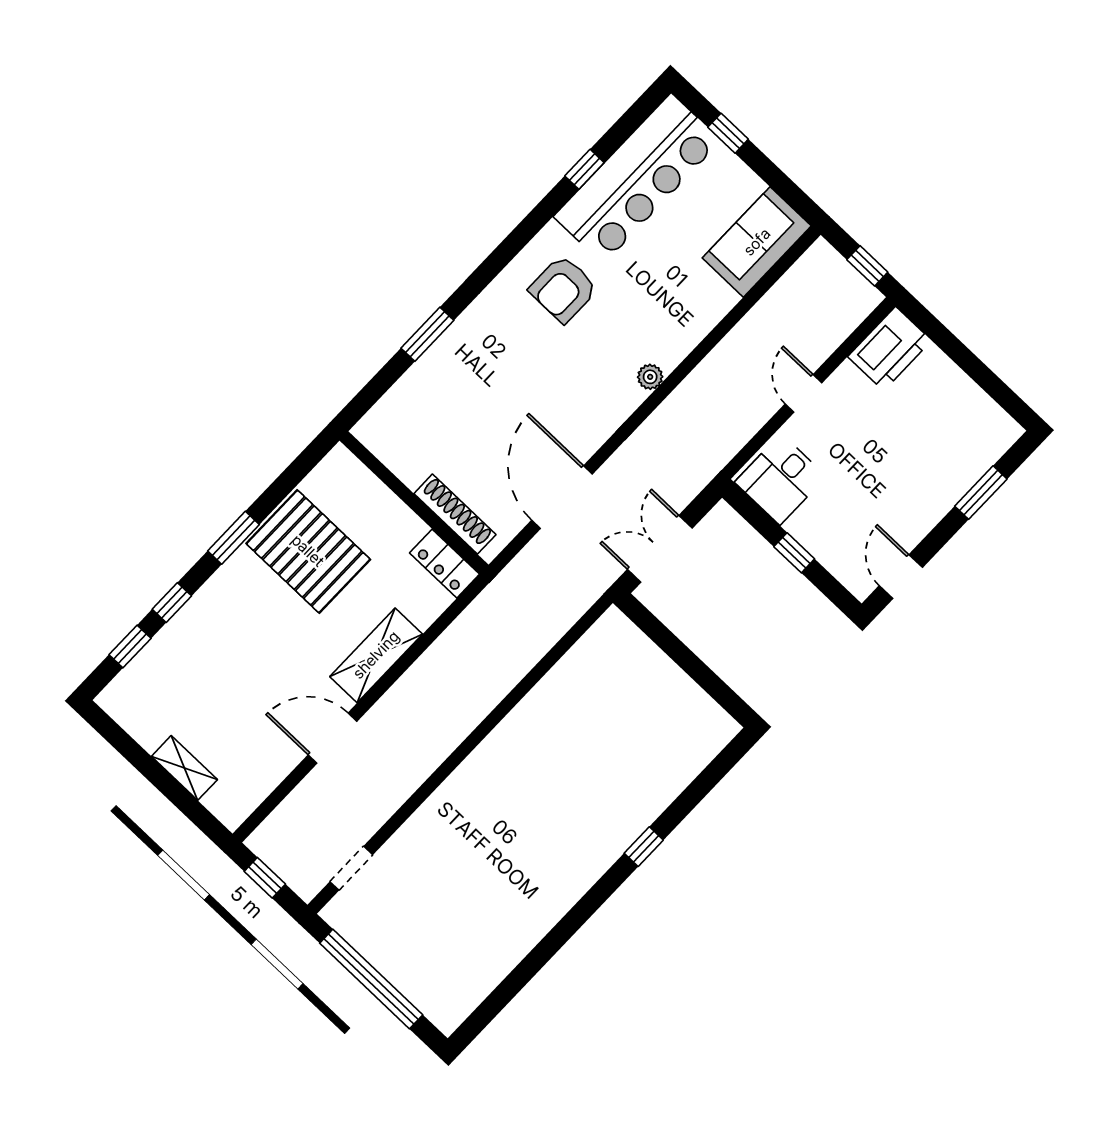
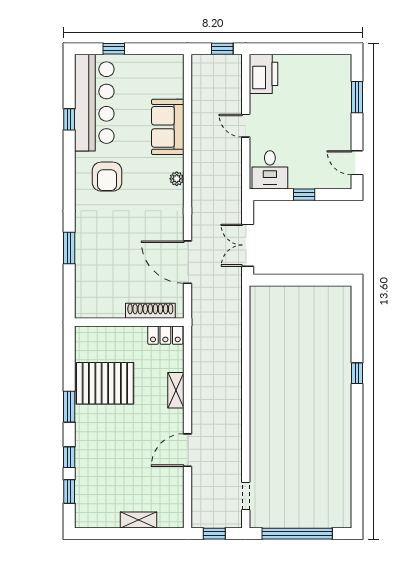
sofa: (757, 242) -> (168, 127), moved
shelving: (376, 655) -> (176, 390), width x0.67, depth x0.75

